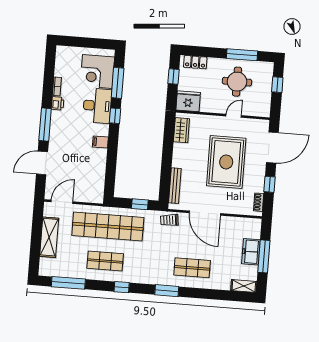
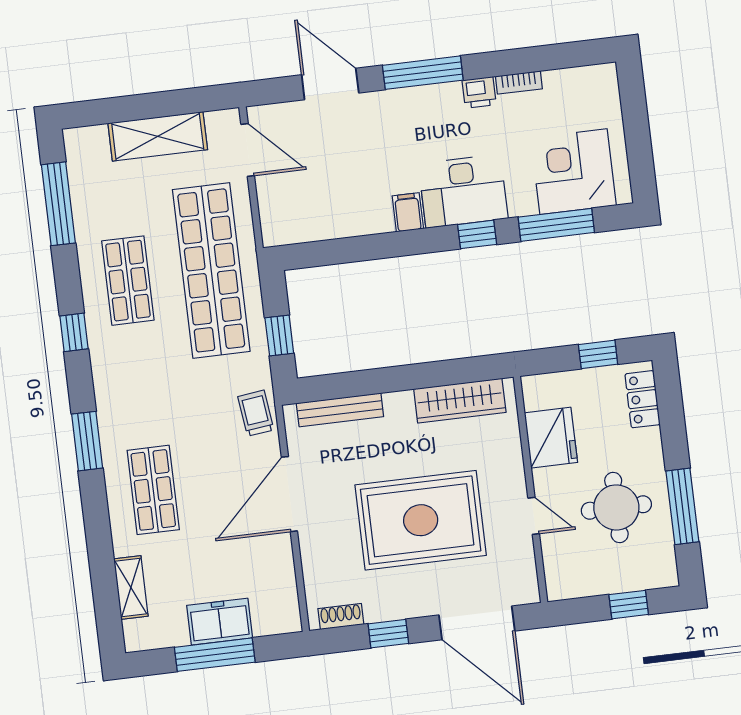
fridge: (188, 101) -> (551, 438), moved
desk: (97, 106) -> (463, 191), moved
wardrobe: (181, 130) -> (460, 401), width x1.50
shelving: (244, 286) -> (131, 587), moved

